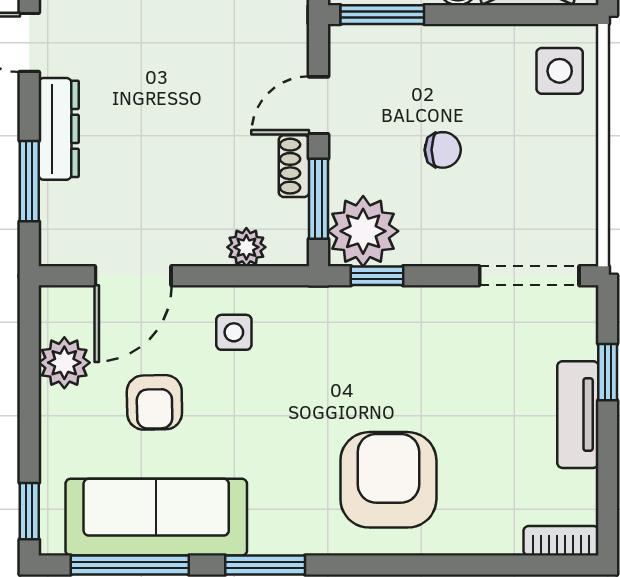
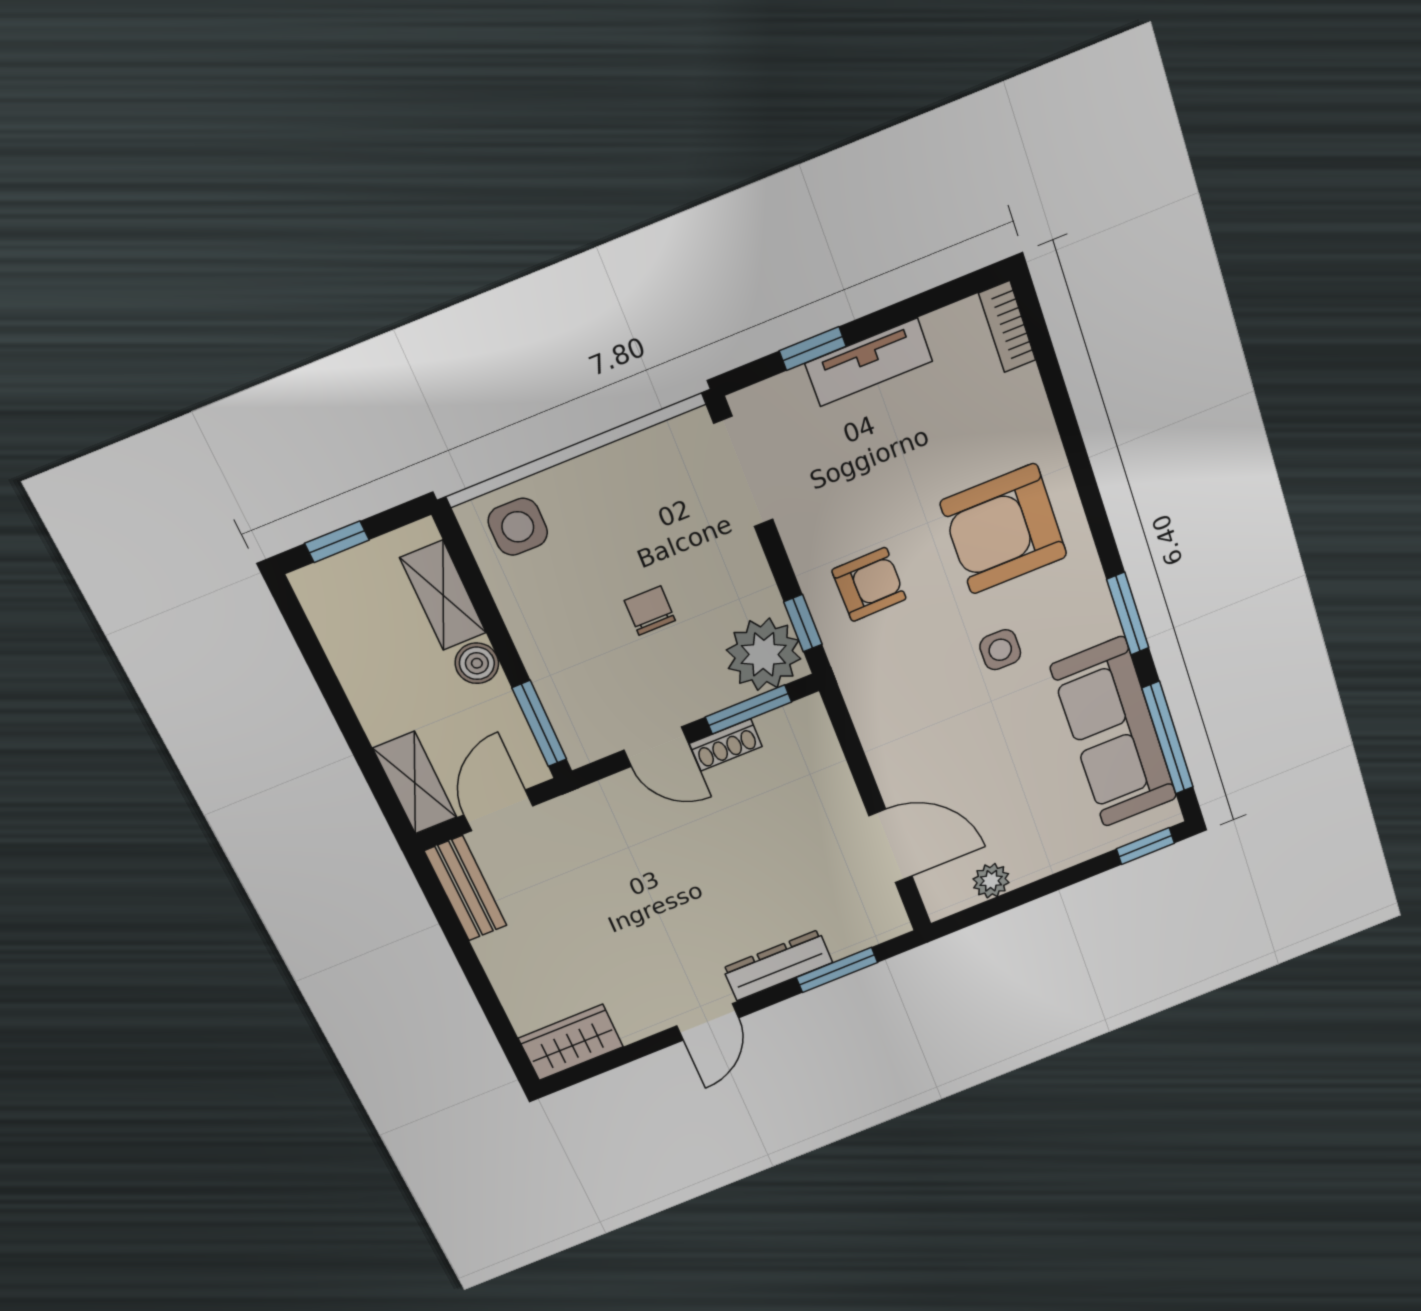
plant: (246, 247) -> (823, 756), removed
side table: (234, 332) -> (1000, 650), moved
plant: (64, 363) -> (991, 881), width x0.73, depth x0.73
armchair: (154, 402) -> (869, 585), moved

